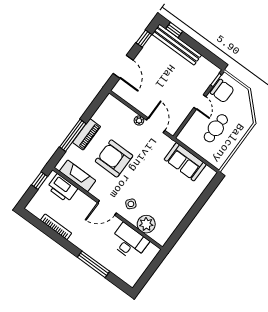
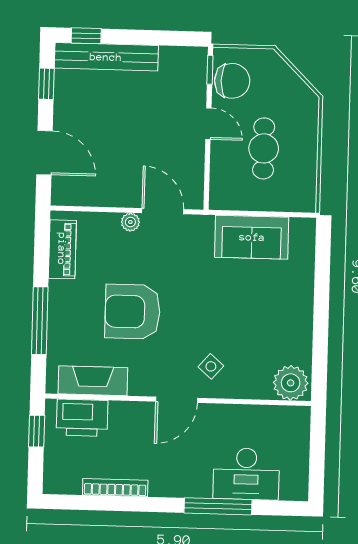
piano: (86, 134) -> (62, 249), moved
plant: (146, 224) -> (291, 383), moved
desk: (129, 242) -> (246, 474), moved, turned 180

